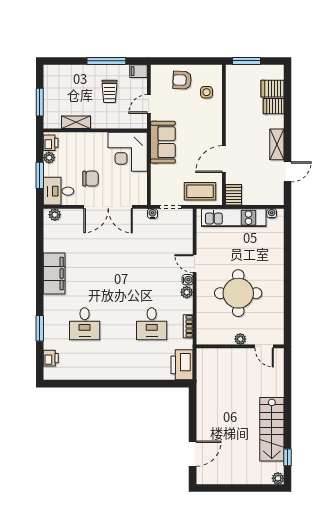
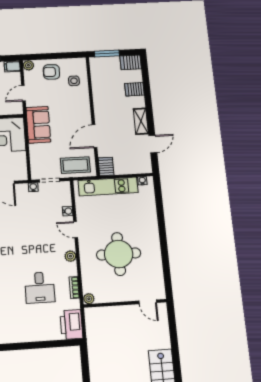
plant: (157, 71) -> (28, 65), added
server rack: (272, 89) -> (131, 62), moved
water cooler: (187, 280) -> (68, 211), moved
plant: (240, 339) -> (89, 299), moved

